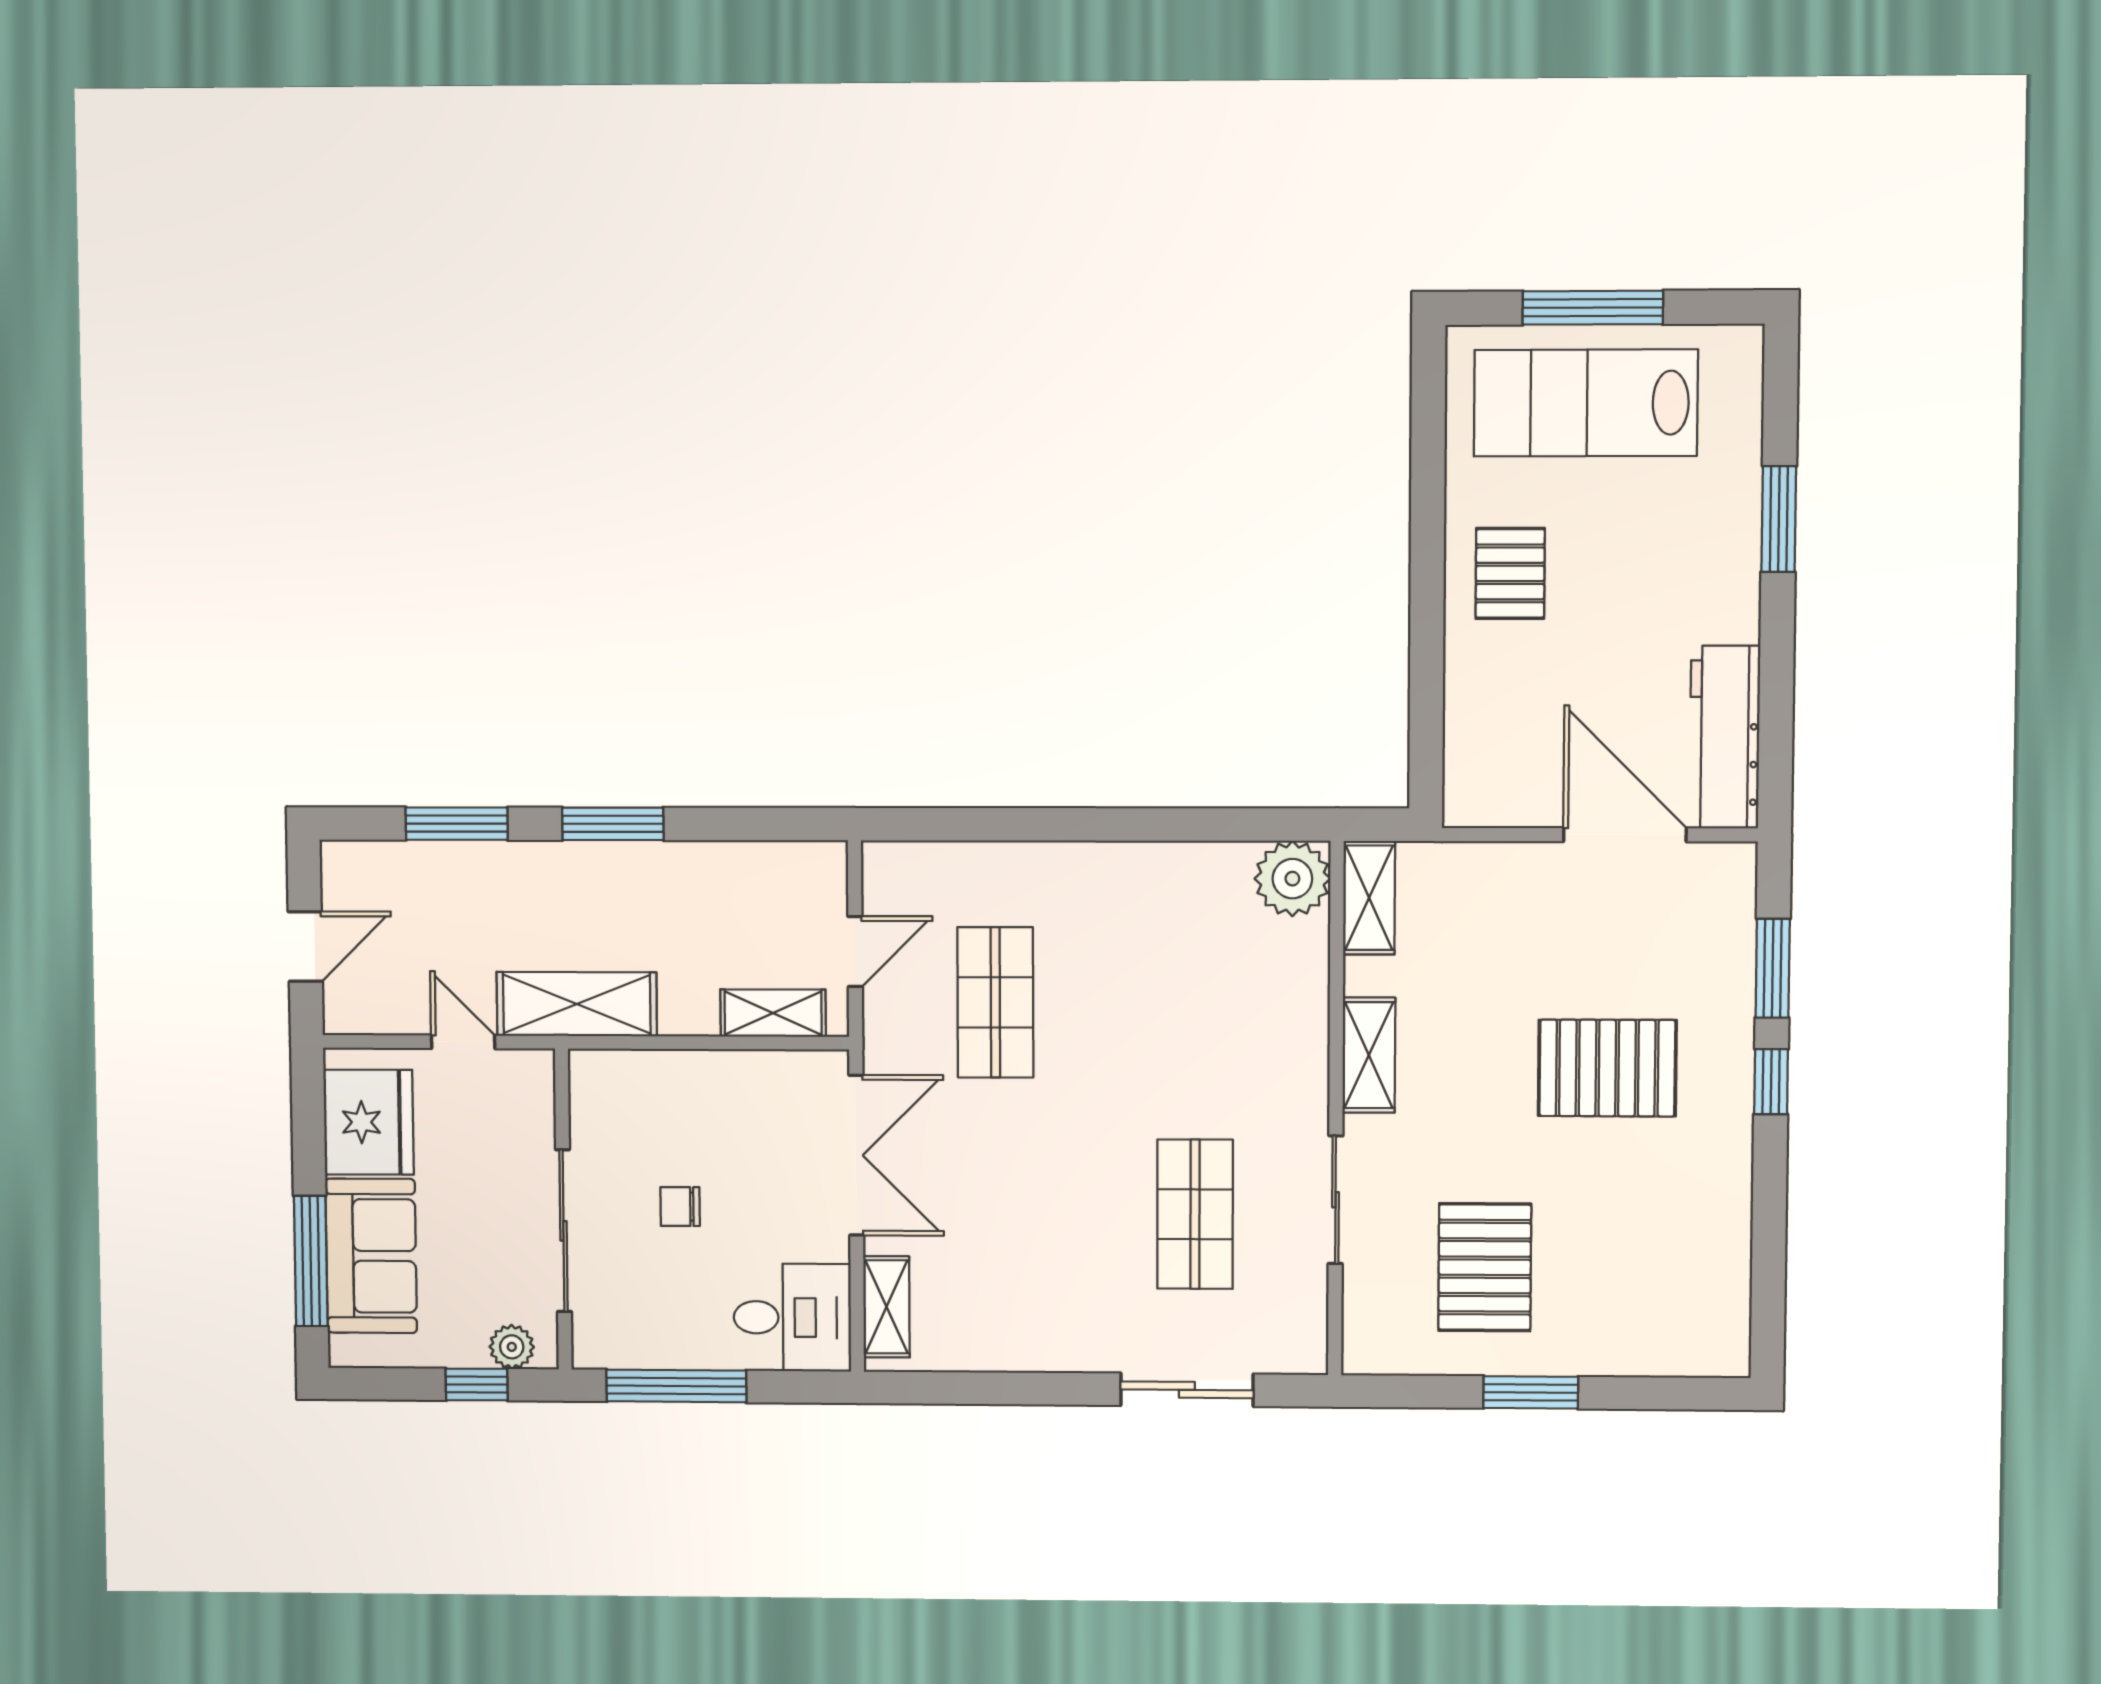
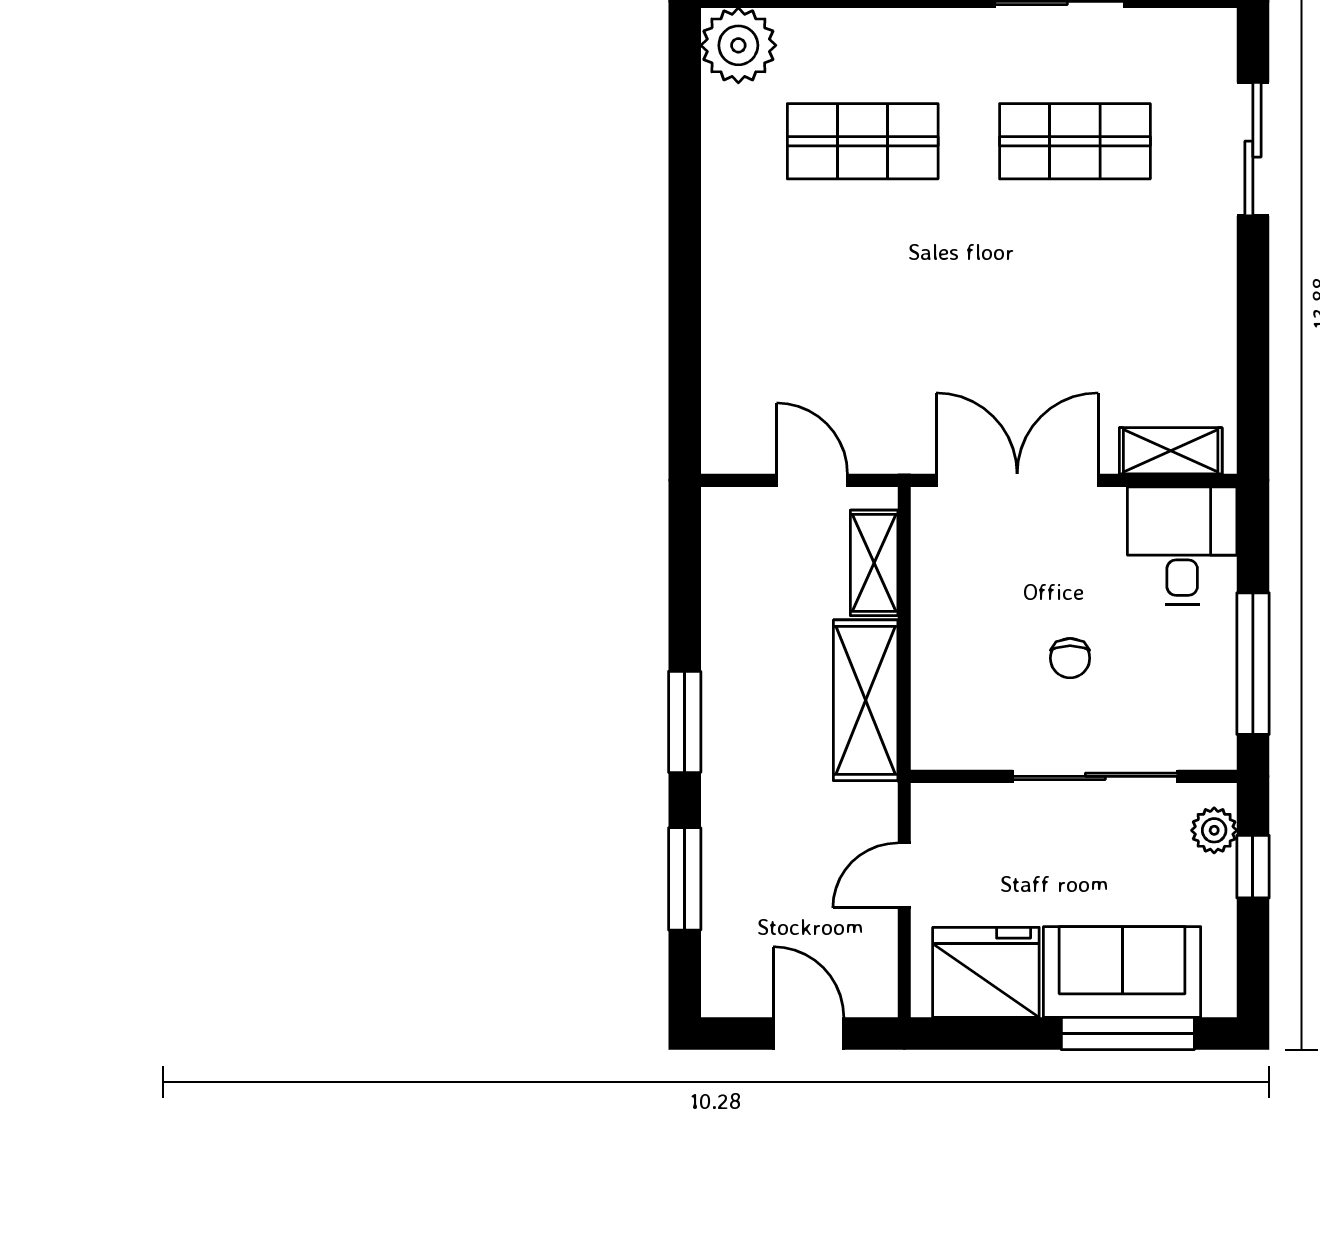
shop shelf: (995, 1002) -> (863, 141), moved
shelving: (577, 1004) -> (866, 700), moved

